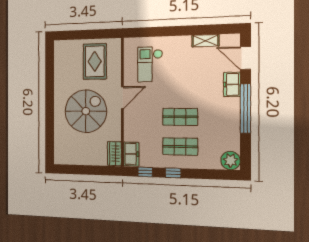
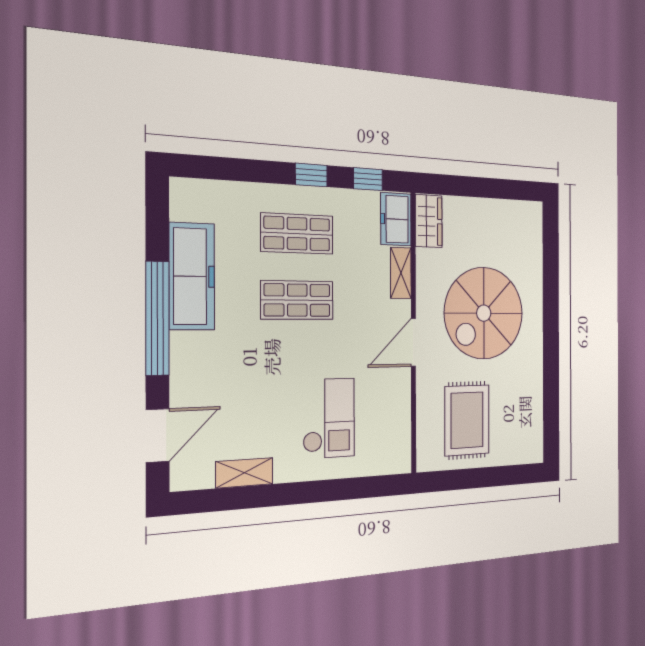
door: (245, 58) -> (158, 435), hinge flipped
checkout: (150, 64) -> (329, 418), moved
freezer: (232, 84) -> (192, 276), moved, width x1.91, depth x1.26
shelving: (129, 129) -> (401, 273), added
plant: (230, 161) -> (190, 199), removed

